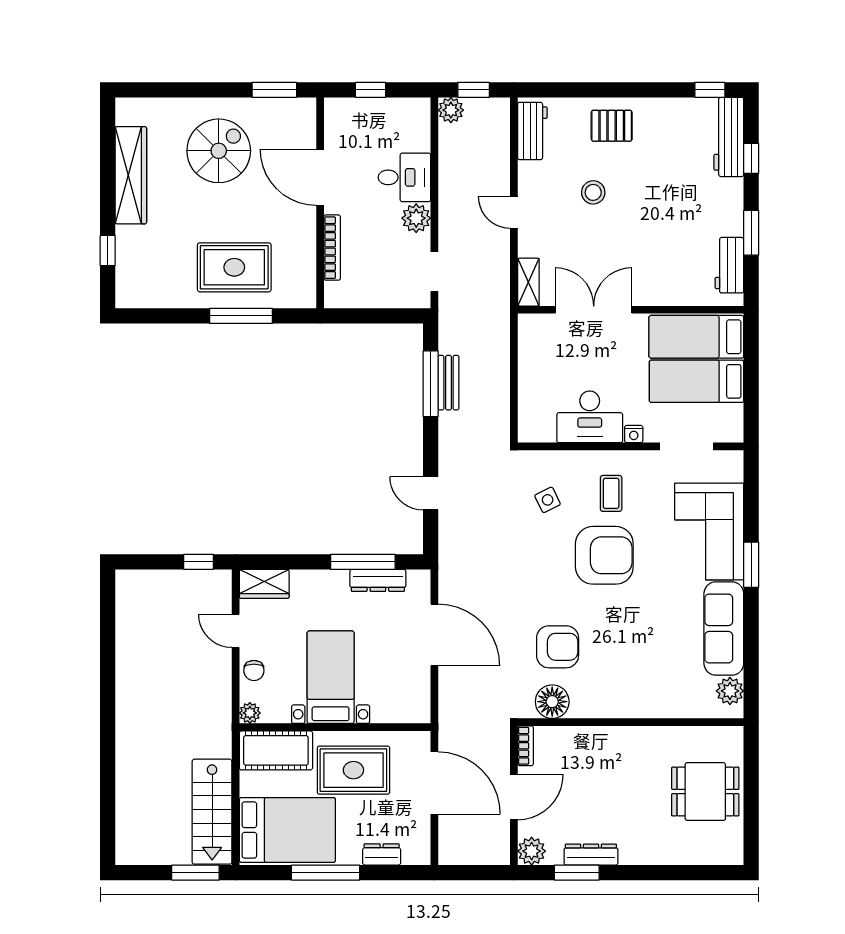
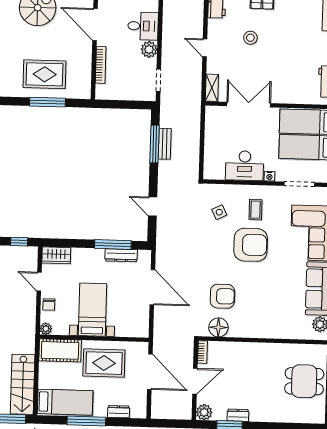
bed: (287, 830) -> (65, 402), width x0.67
dresser: (591, 855) -> (238, 415), width x0.70

